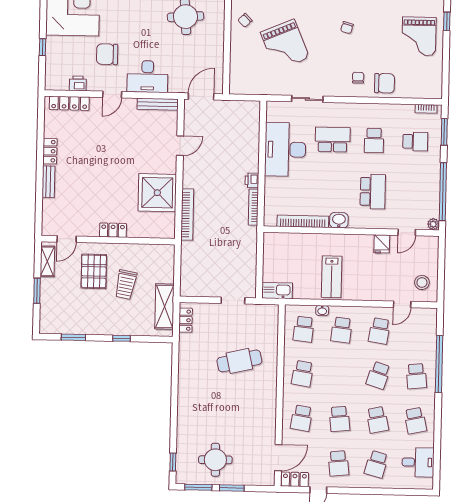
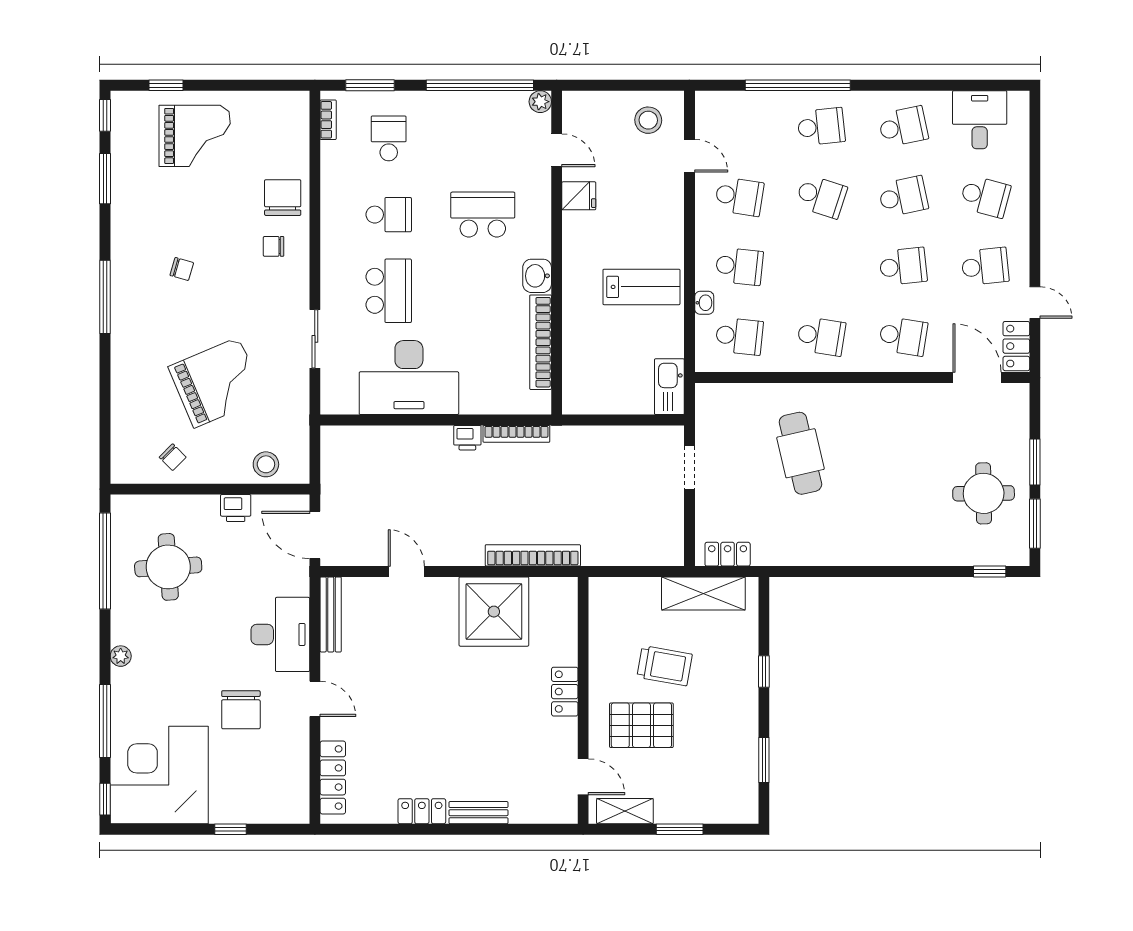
stool: (240, 71) -> (266, 464), added
printer: (78, 83) -> (236, 508), moved, turned -90
school desk: (333, 140) -> (389, 291), turned 180

